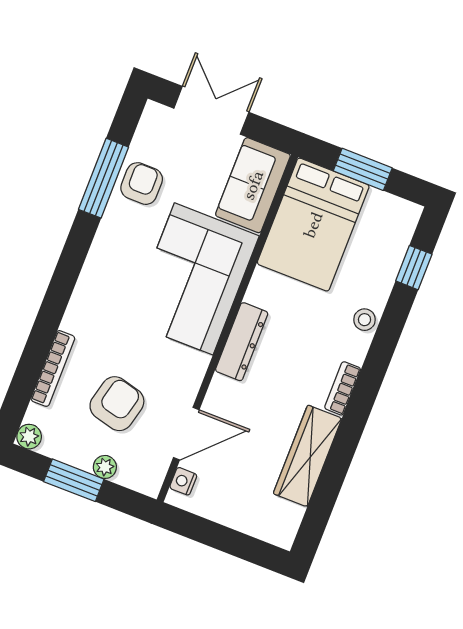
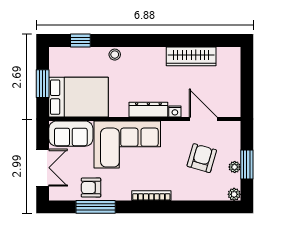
double door: (211, 110) -> (43, 168), swing flipped
bookcase: (53, 368) -> (151, 196), moved
bookcase: (343, 388) -> (152, 52), removed
armchair: (117, 404) -> (202, 158), turned 92
plant: (105, 467) -> (235, 167), moved
nightstand: (183, 481) -> (175, 112), moved

